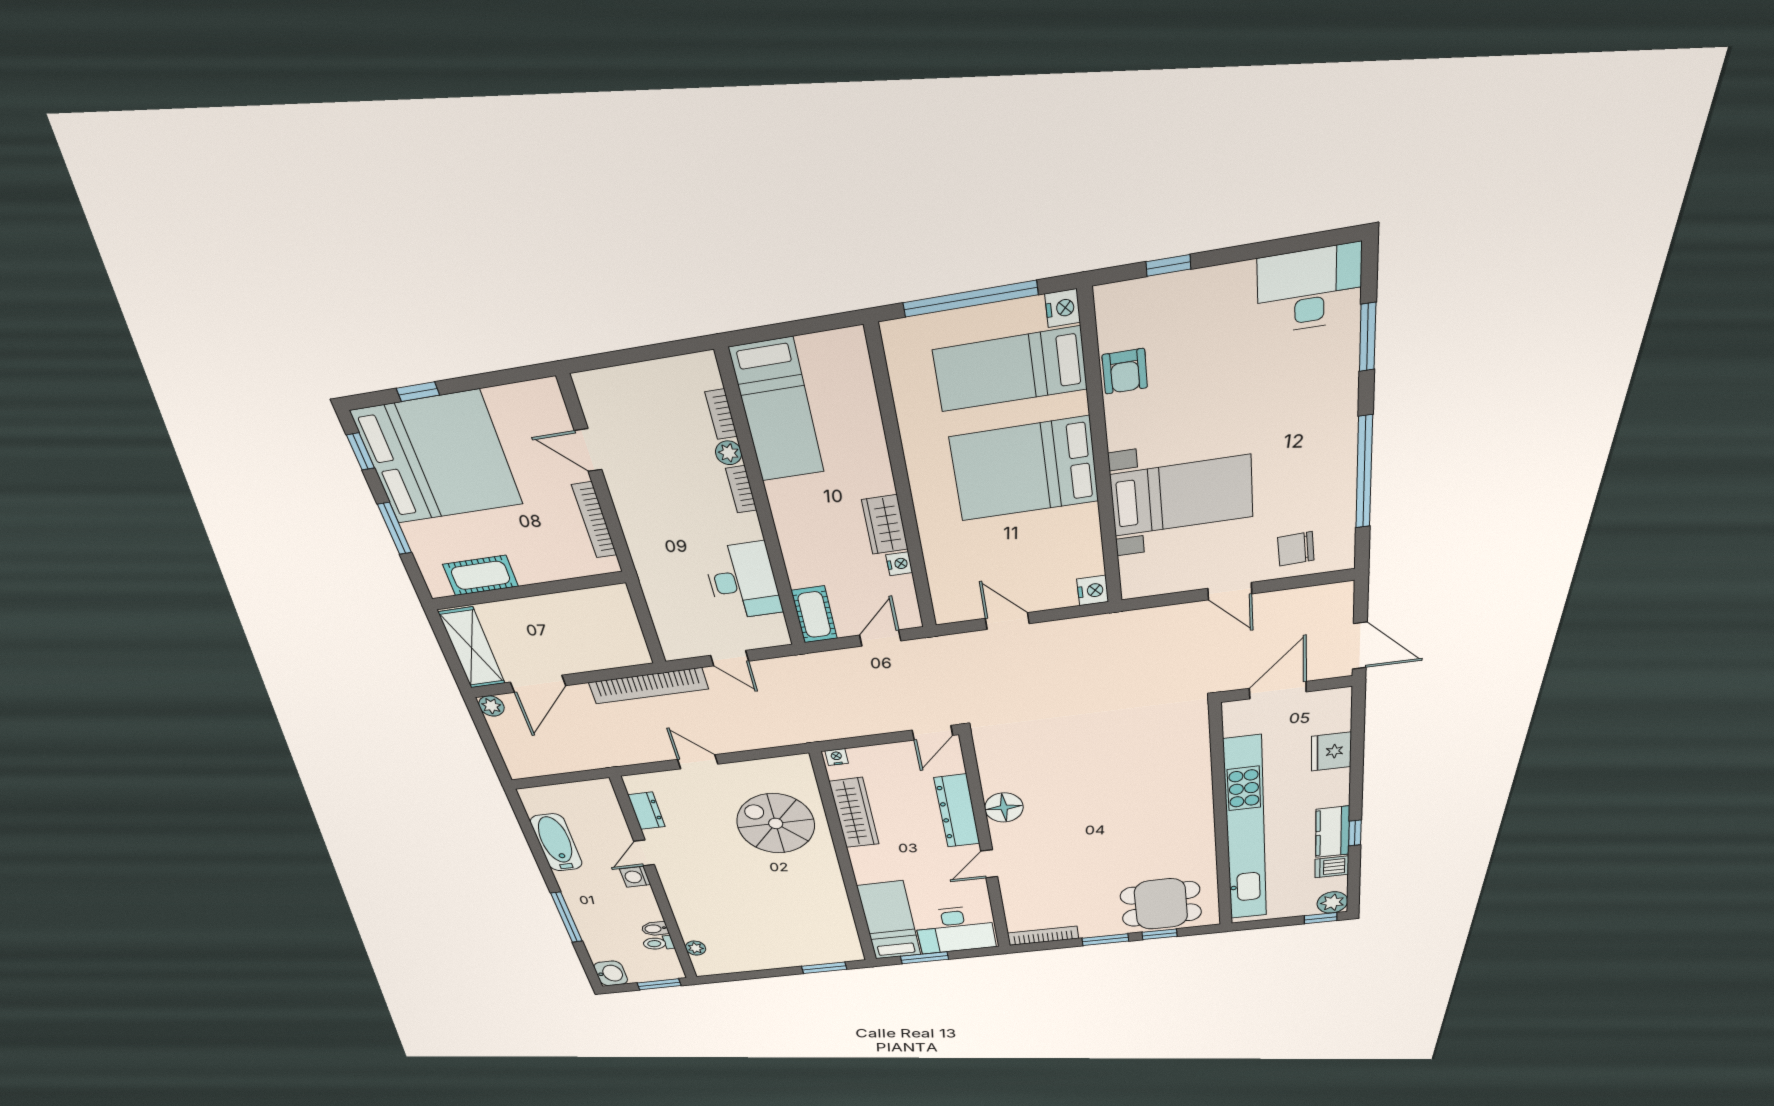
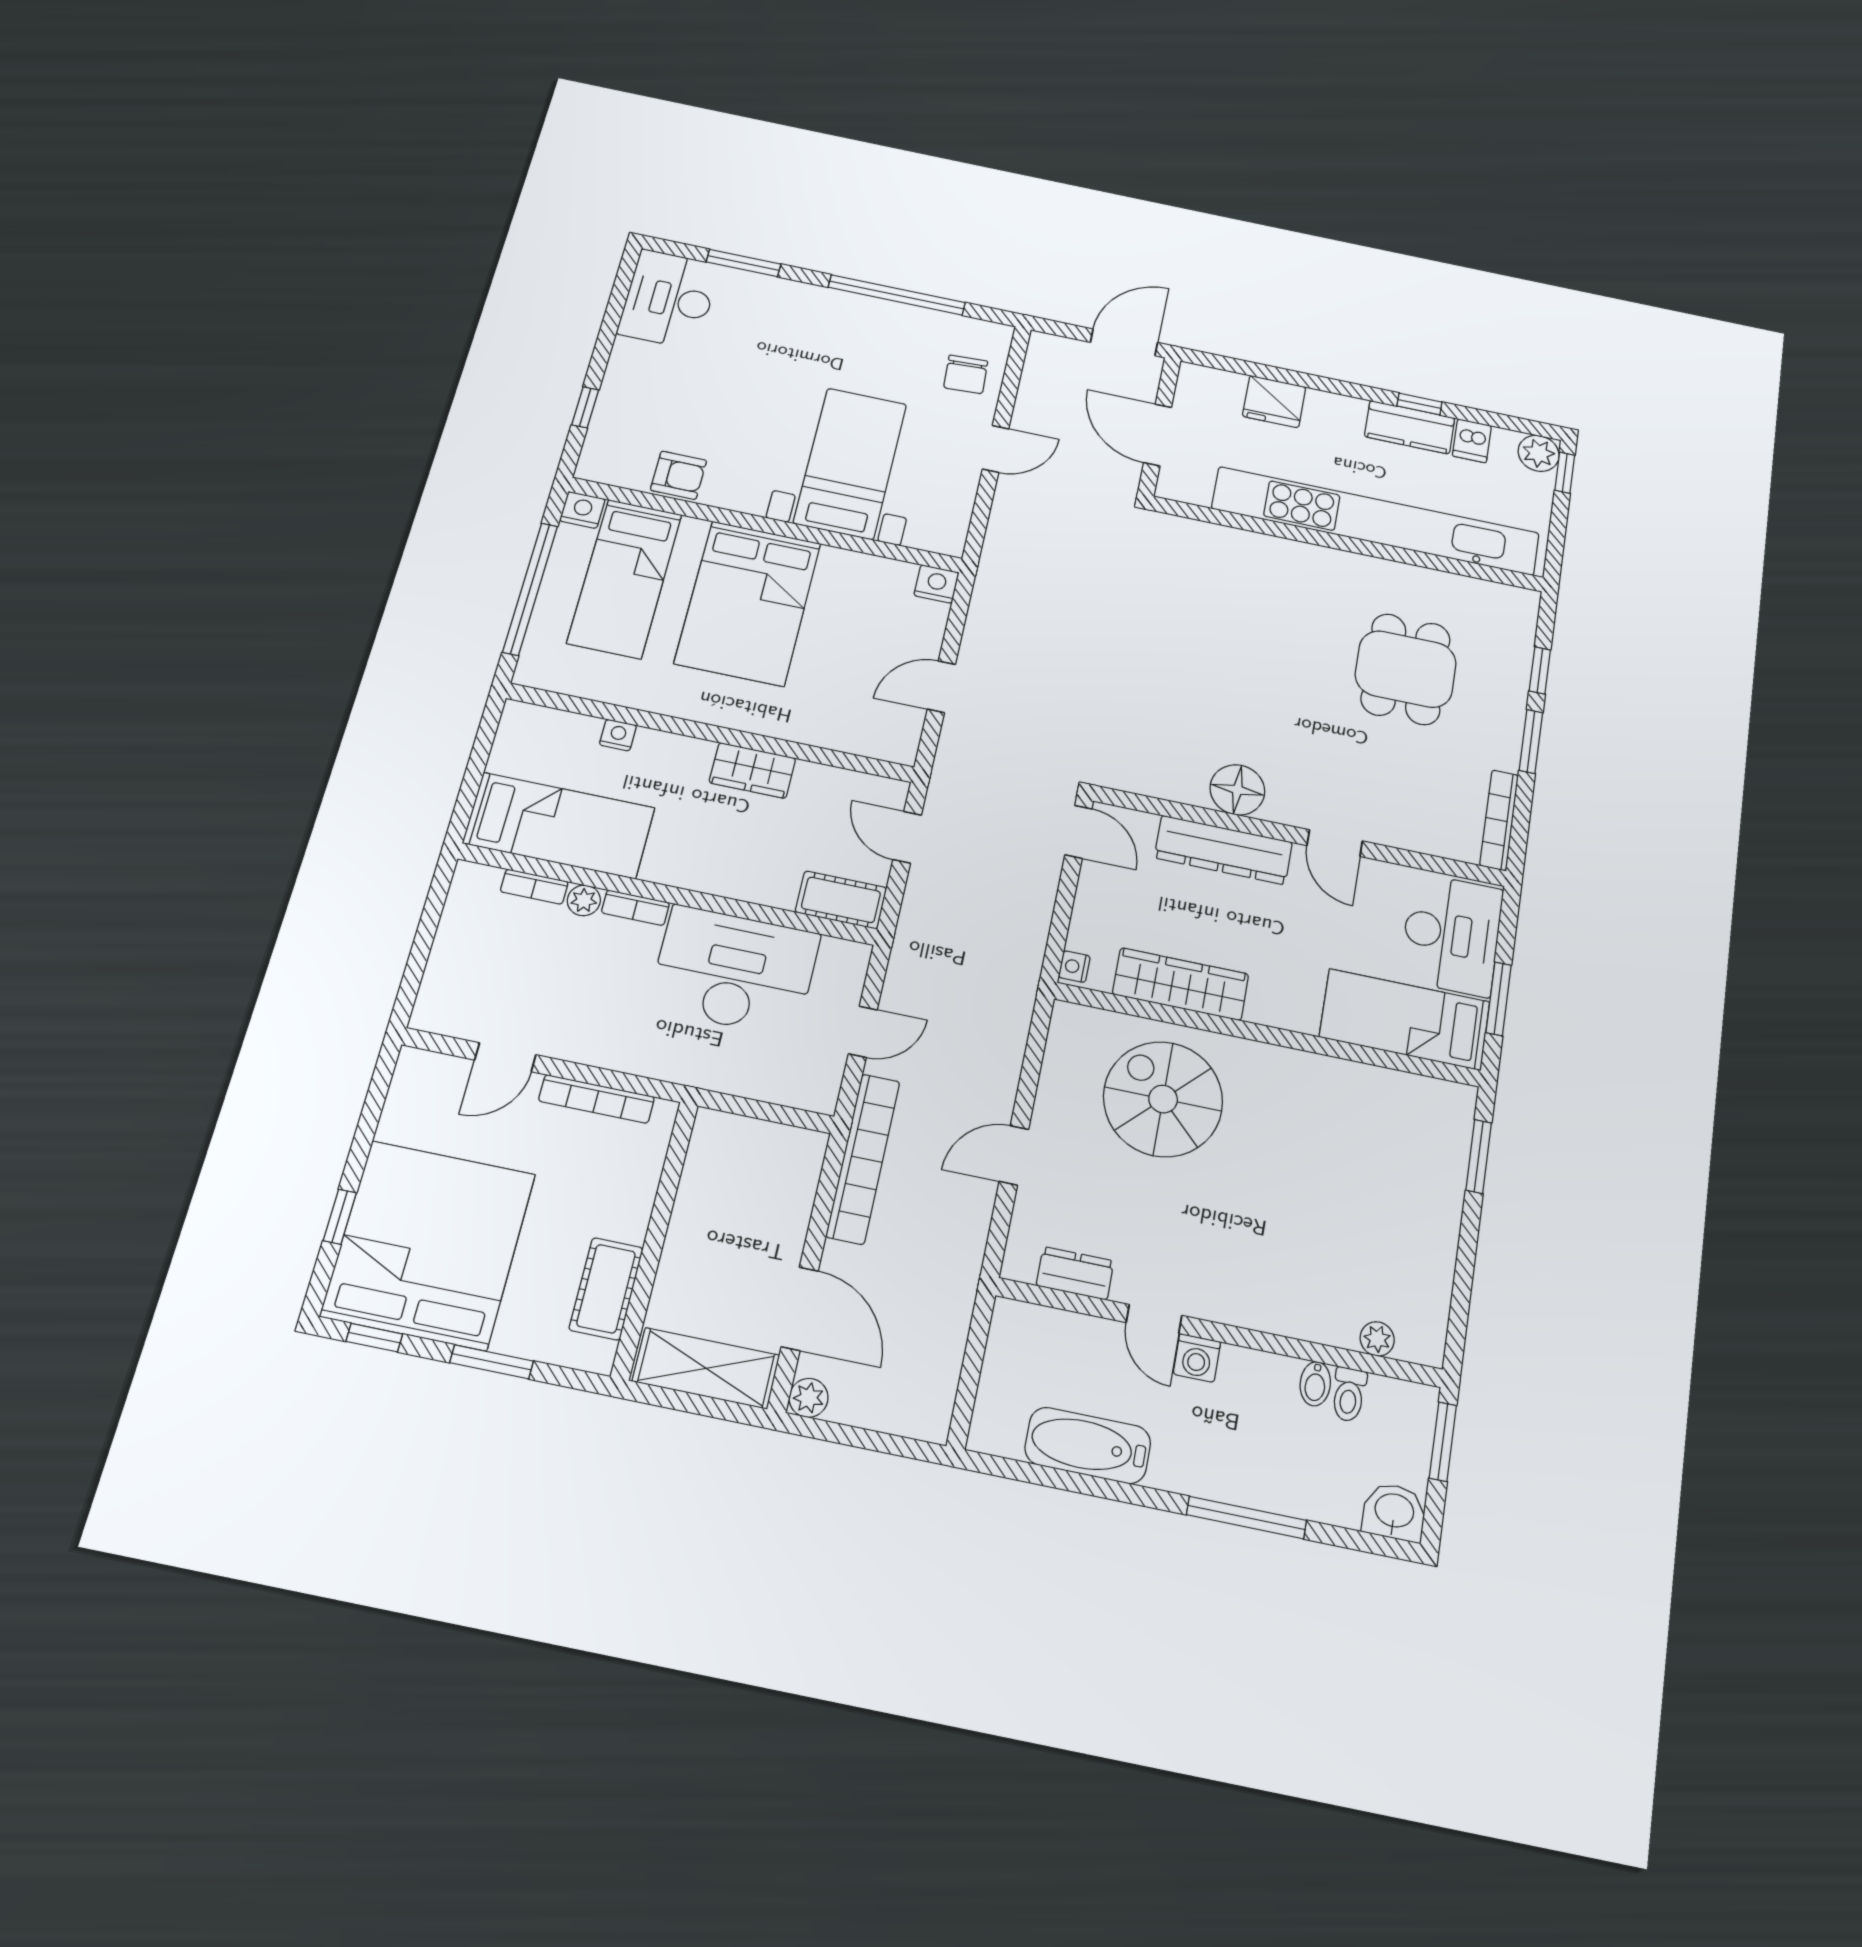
nightstand: (899, 564) -> (618, 735), moved
desk: (743, 581) -> (734, 971), width x1.36, depth x1.30
spiral stairs: (776, 823) -> (1163, 1099), turned 90
dining table: (1161, 904) -> (1406, 669), moved

